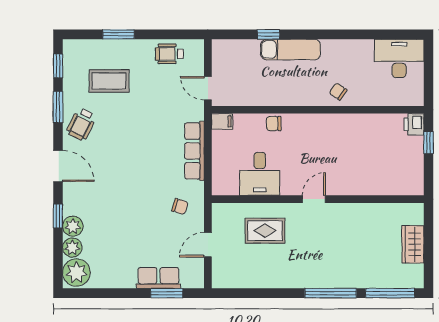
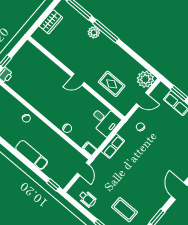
window: (269, 34) -> (53, 185), moved
wheelchair: (81, 124) -> (153, 201), removed
row of seats: (194, 151) -> (113, 146), width x0.68
desk: (260, 174) -> (105, 121), moved, turned 90
plant: (226, 274) -> (145, 79), added
plant: (345, 278) -> (94, 32), added

